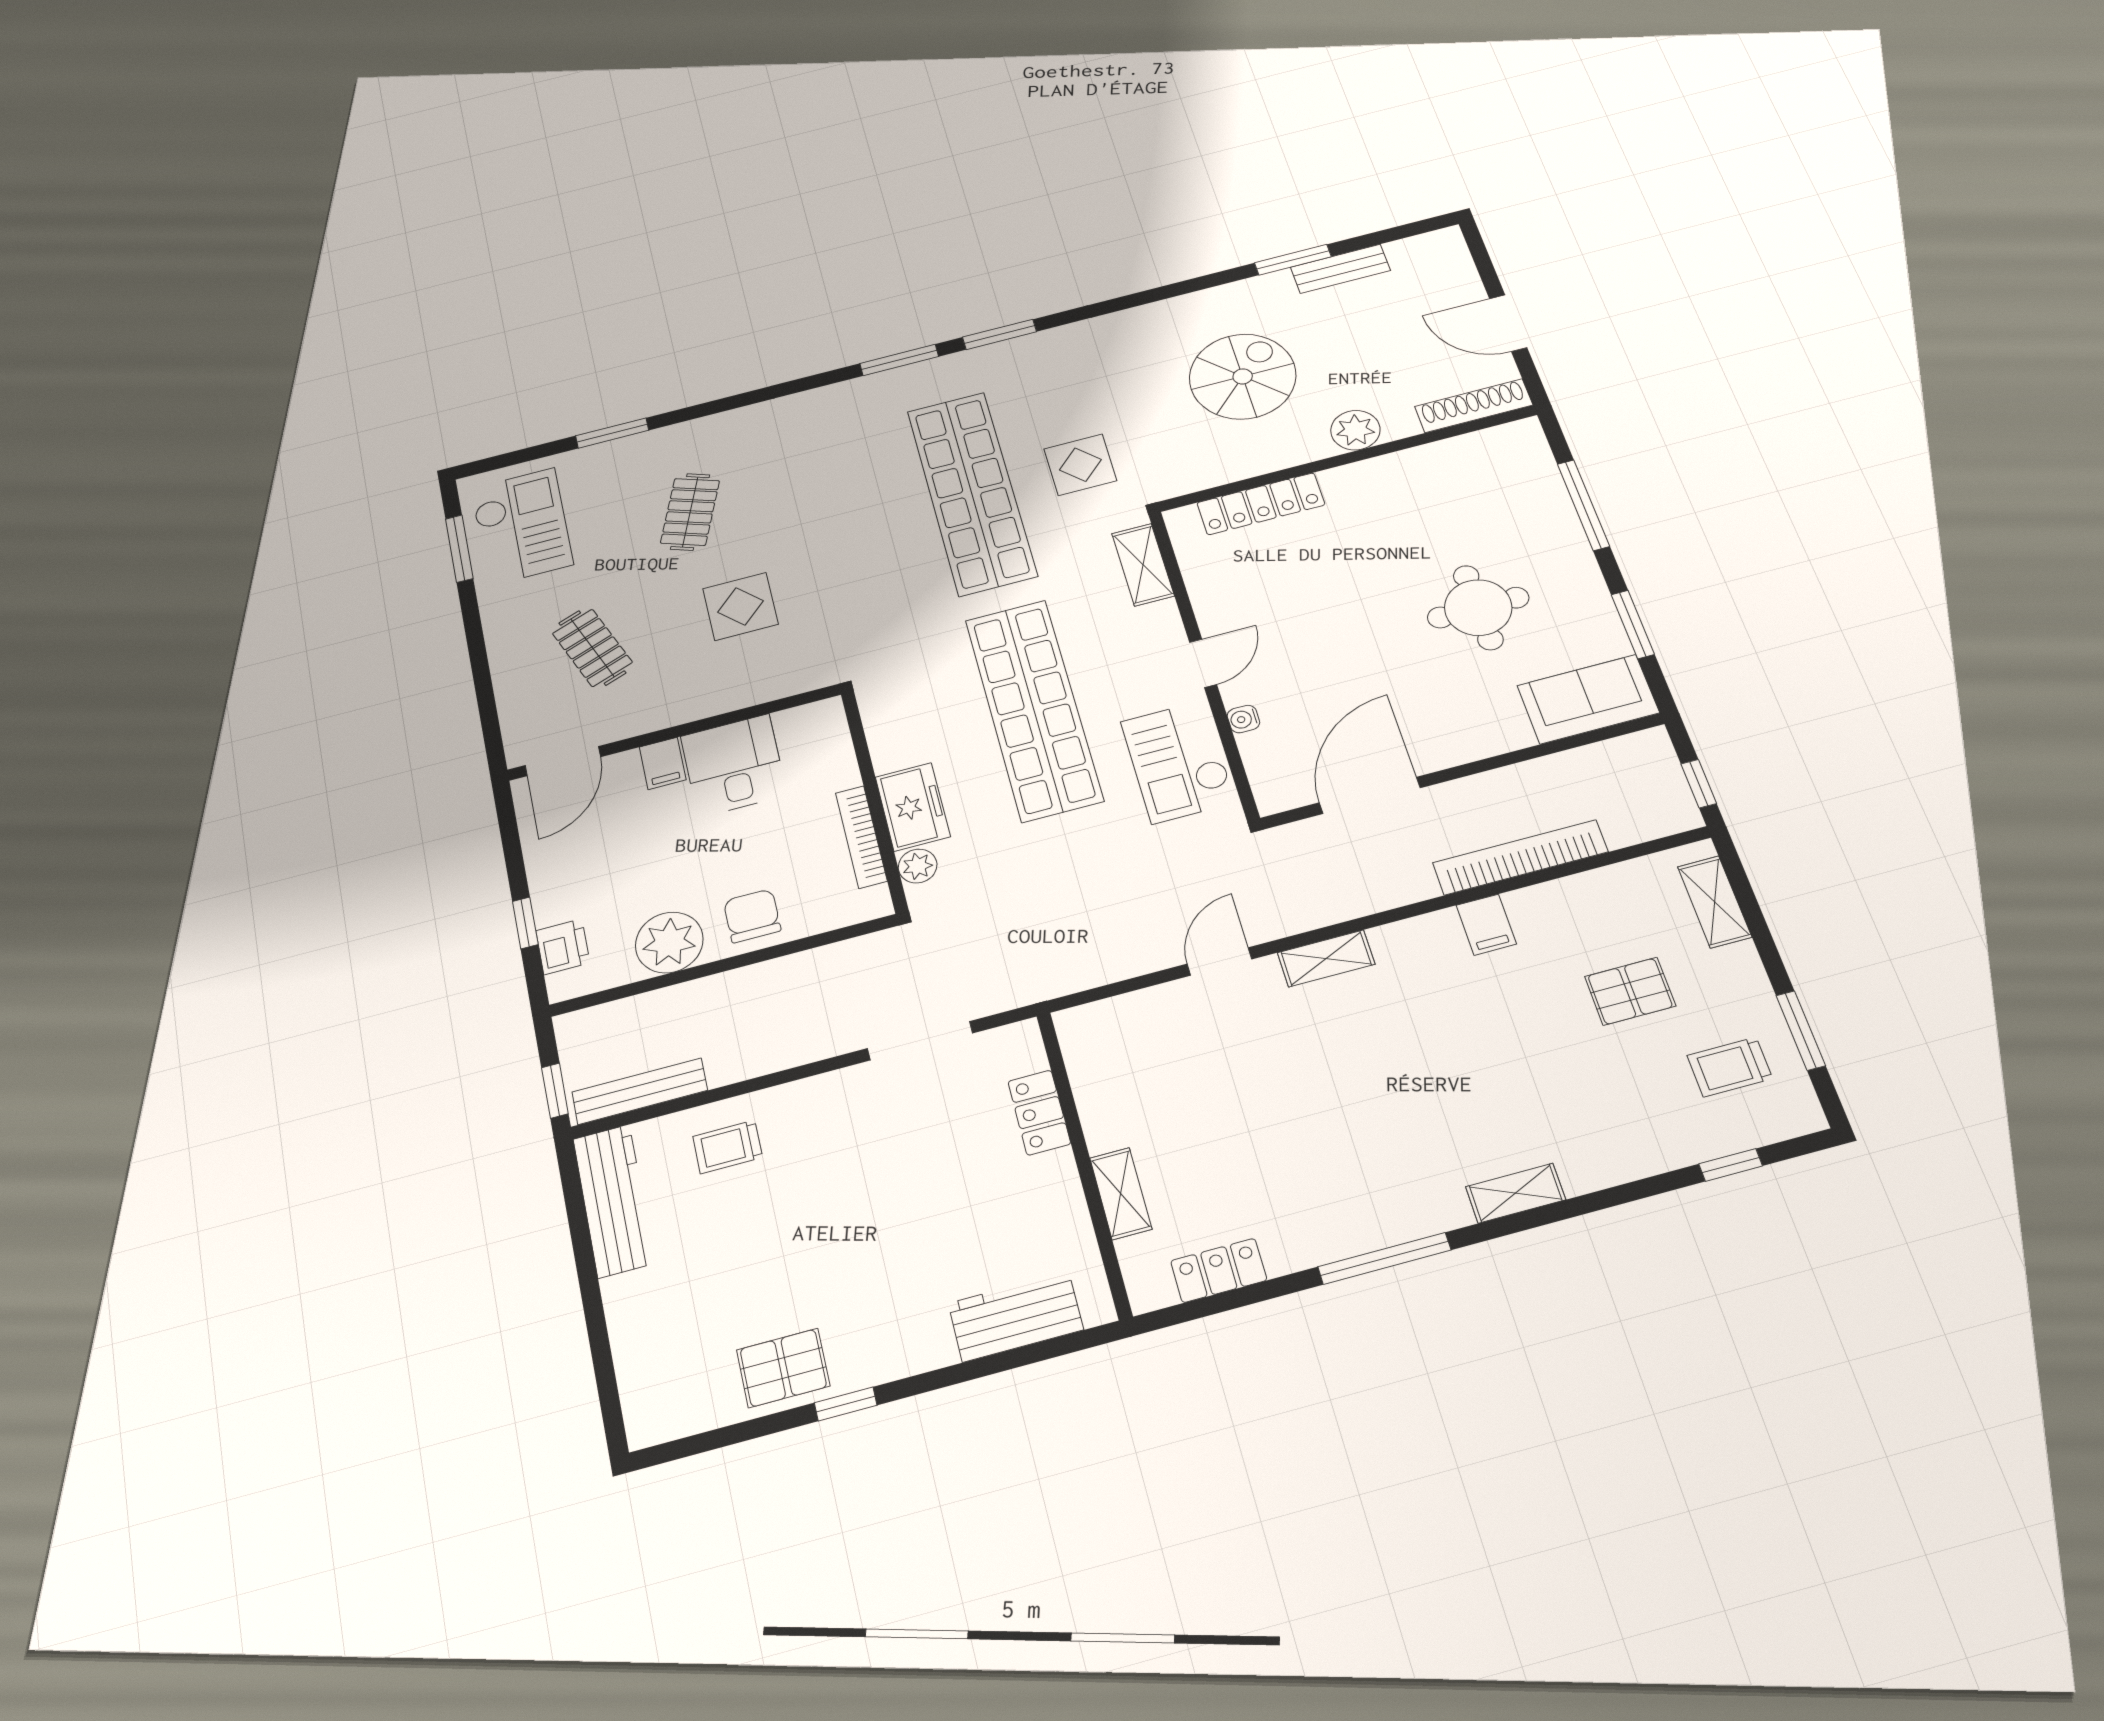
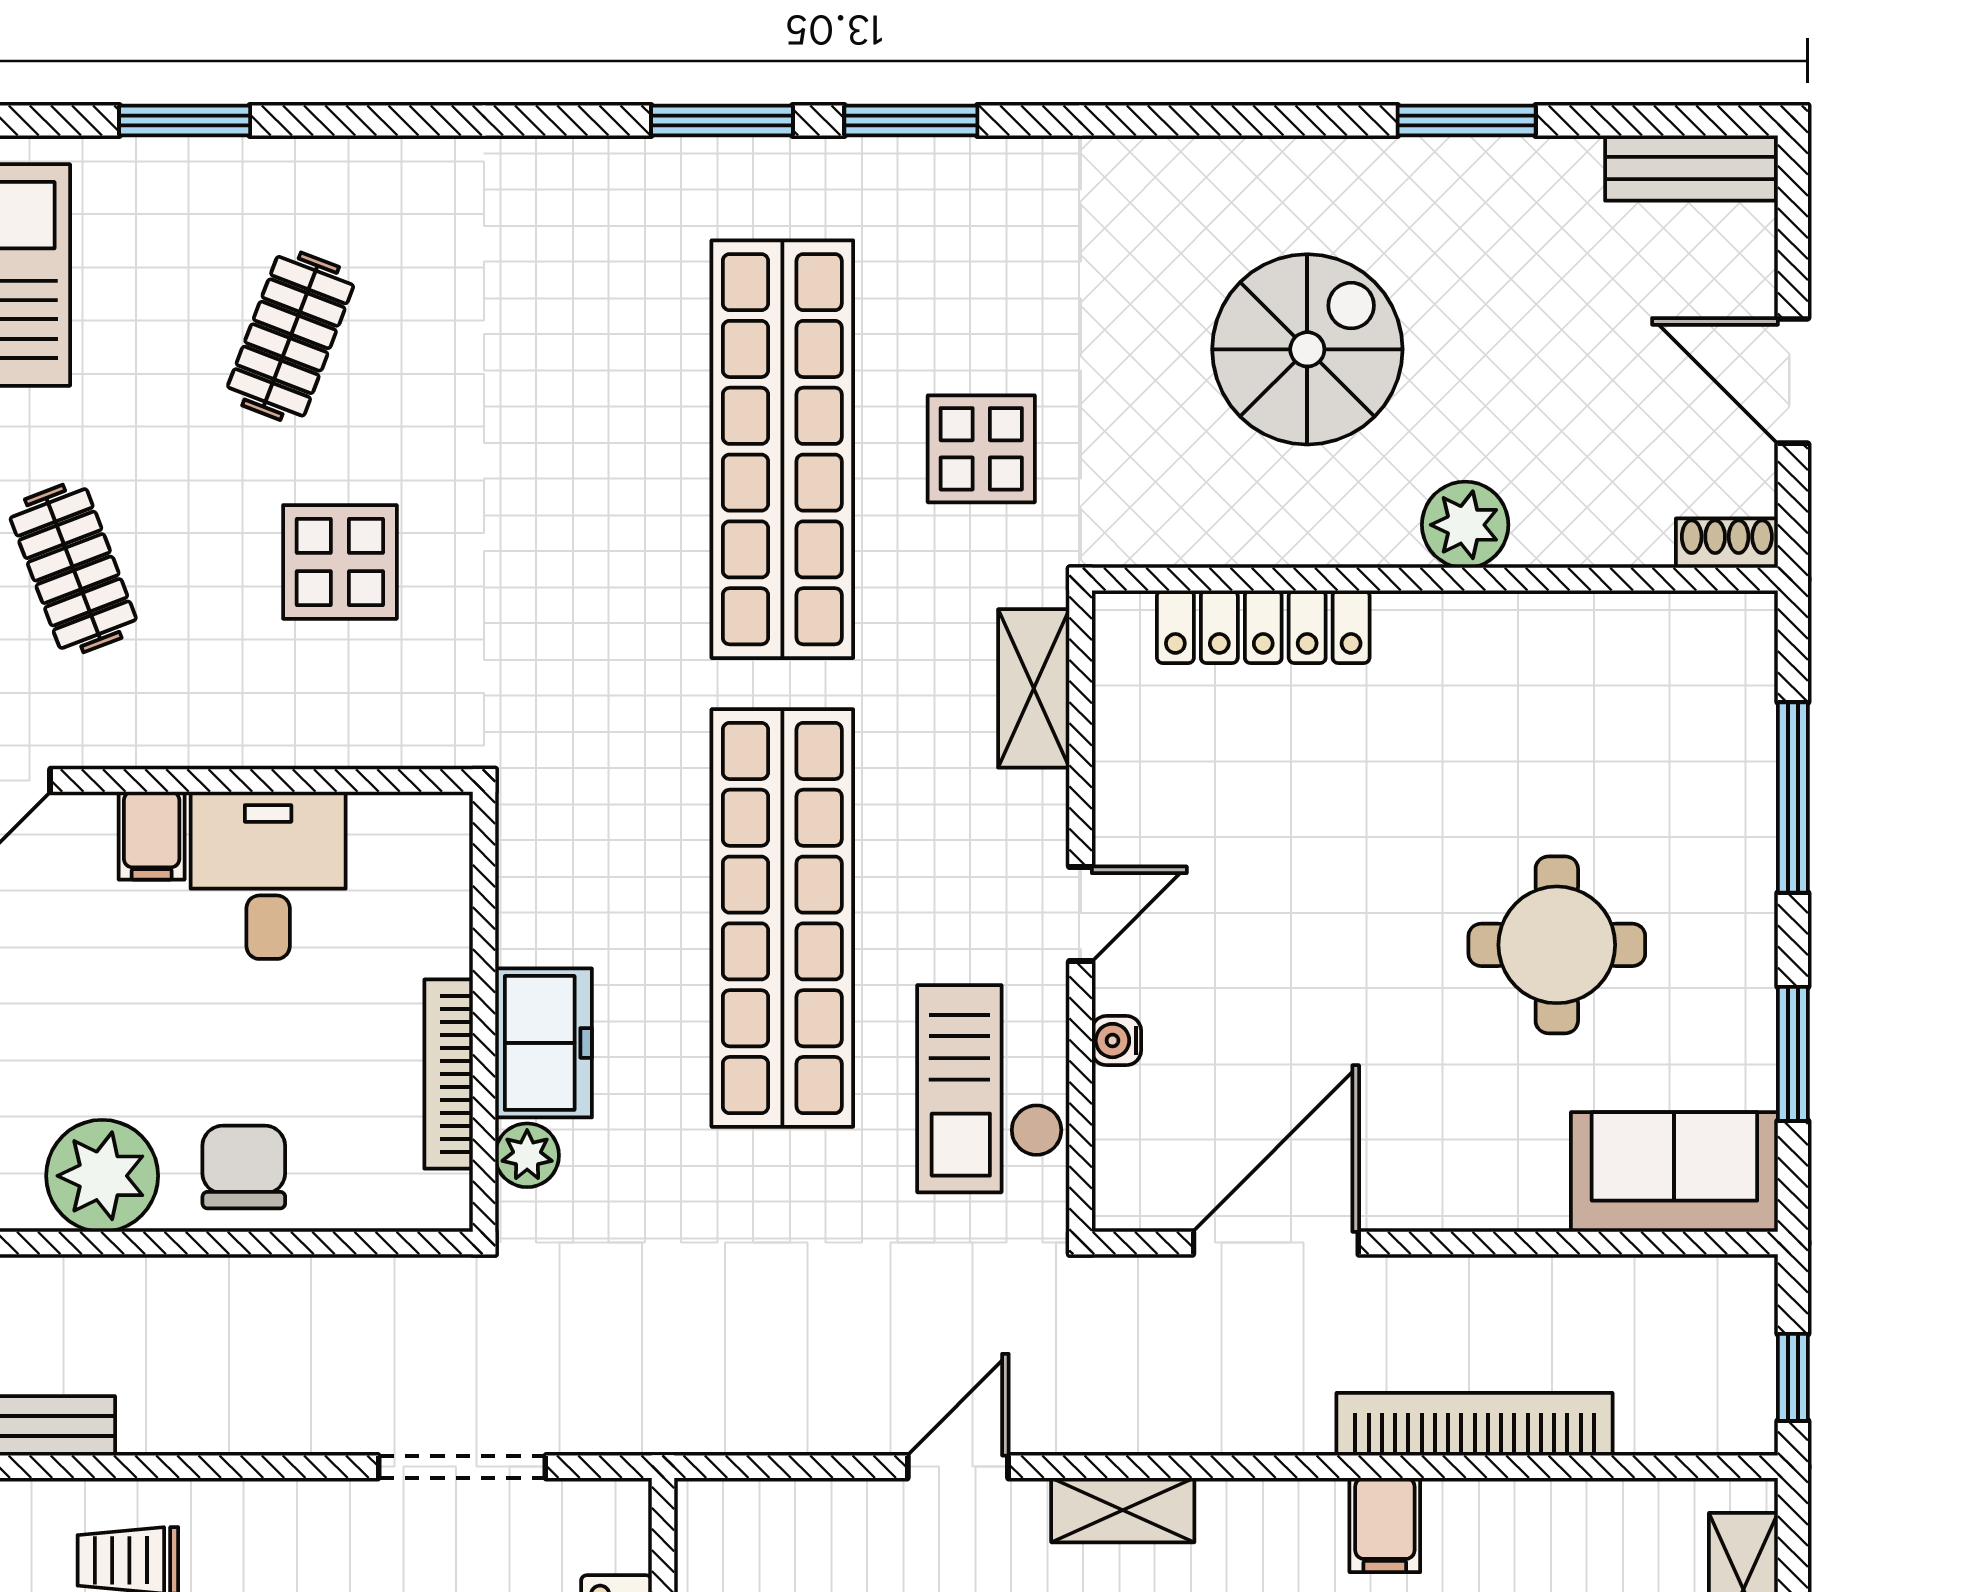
bench: (1340, 269) -> (1690, 168), moved
shoe rack: (1474, 406) -> (1727, 543), width x0.51, depth x0.81

